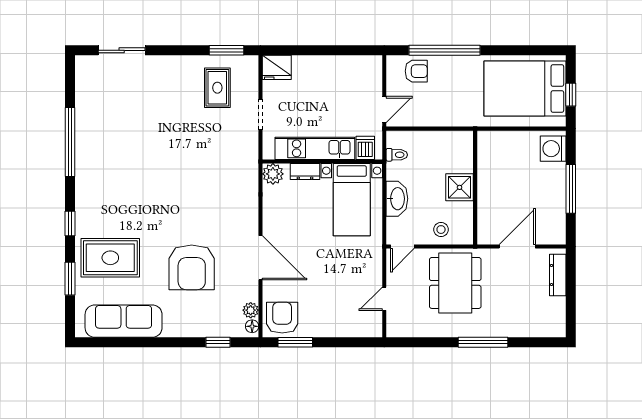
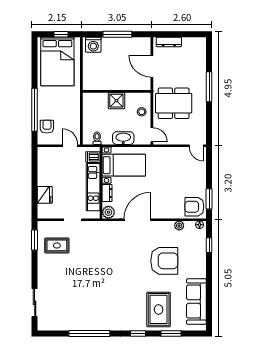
fridge: (277, 67) -> (45, 195), moved
door: (261, 258) -> (137, 220), moved
door: (384, 299) -> (196, 146), moved
plant: (251, 310) -> (179, 226), moved

